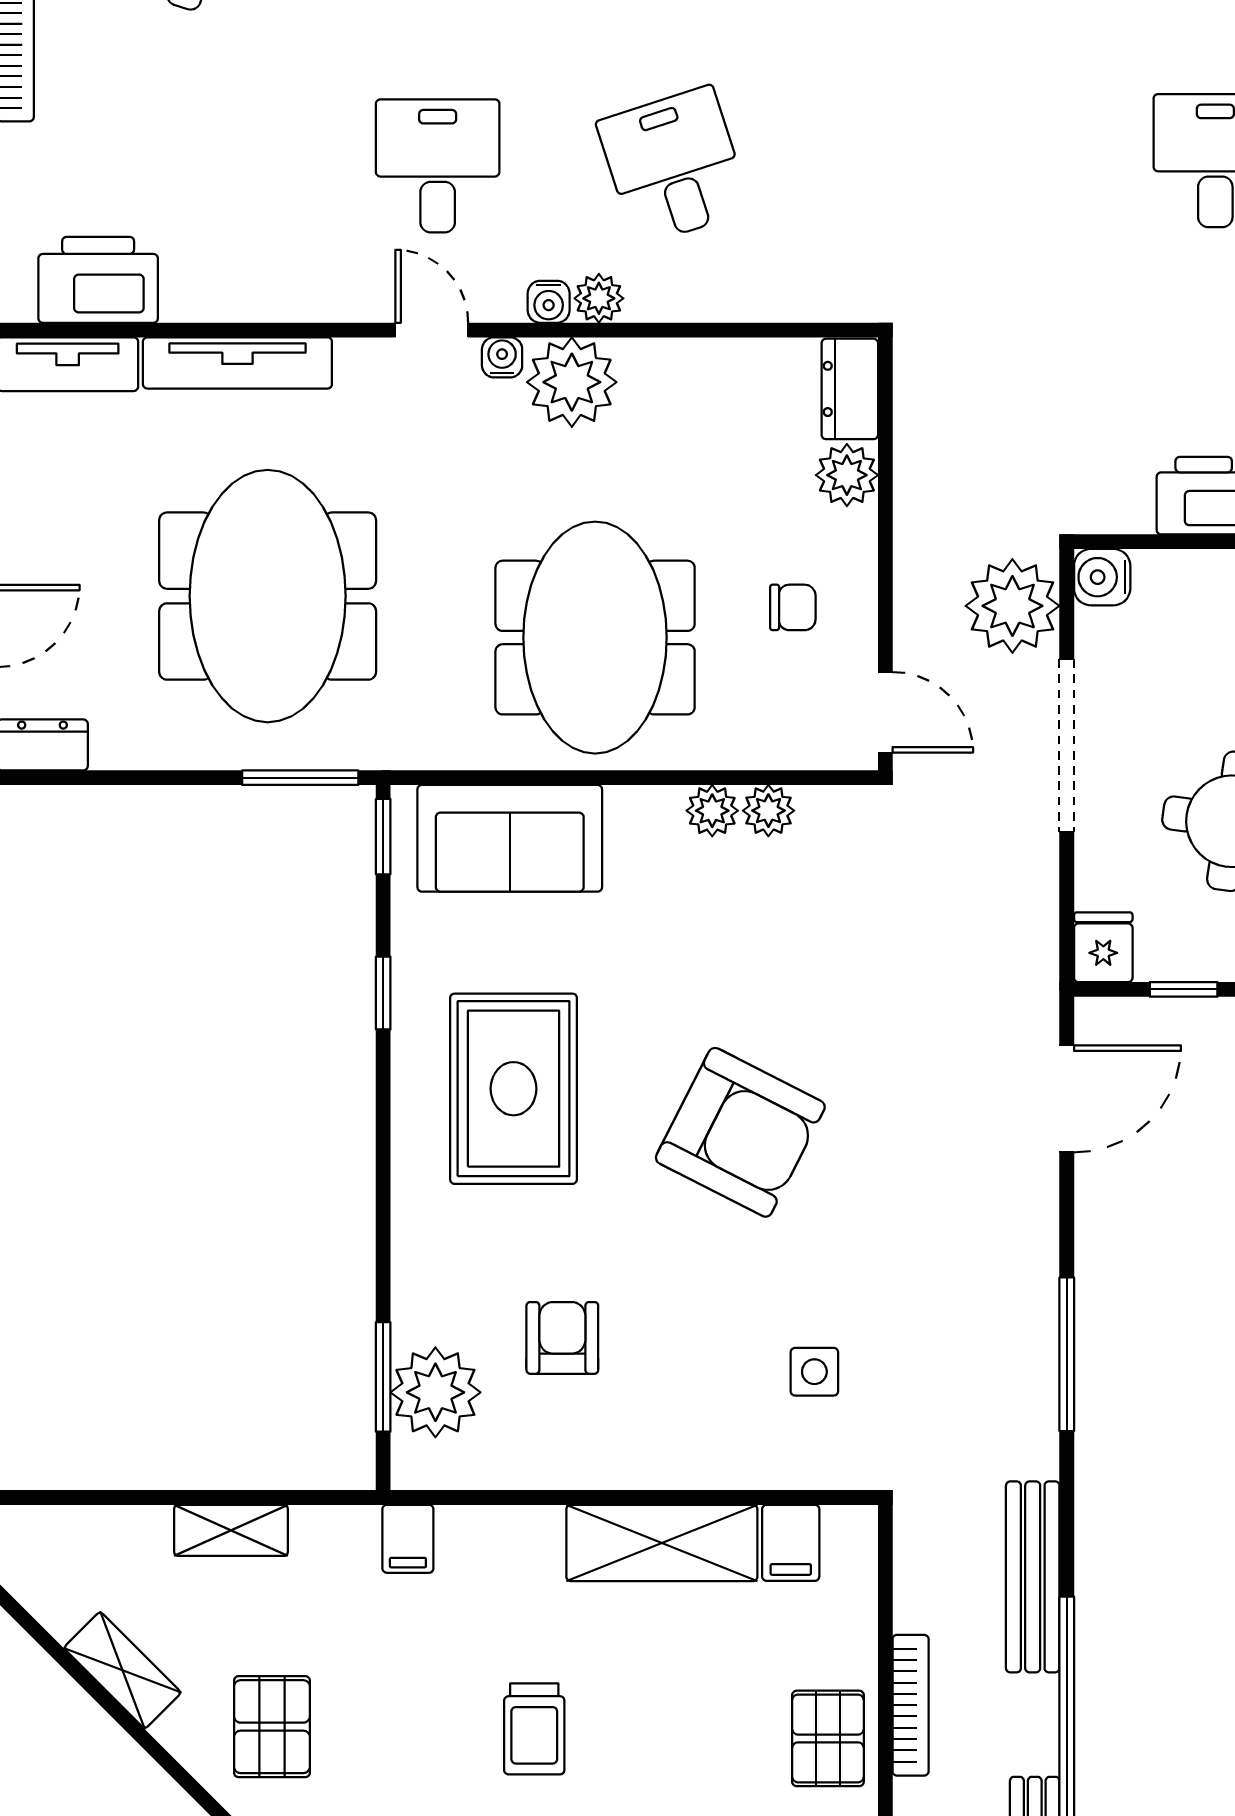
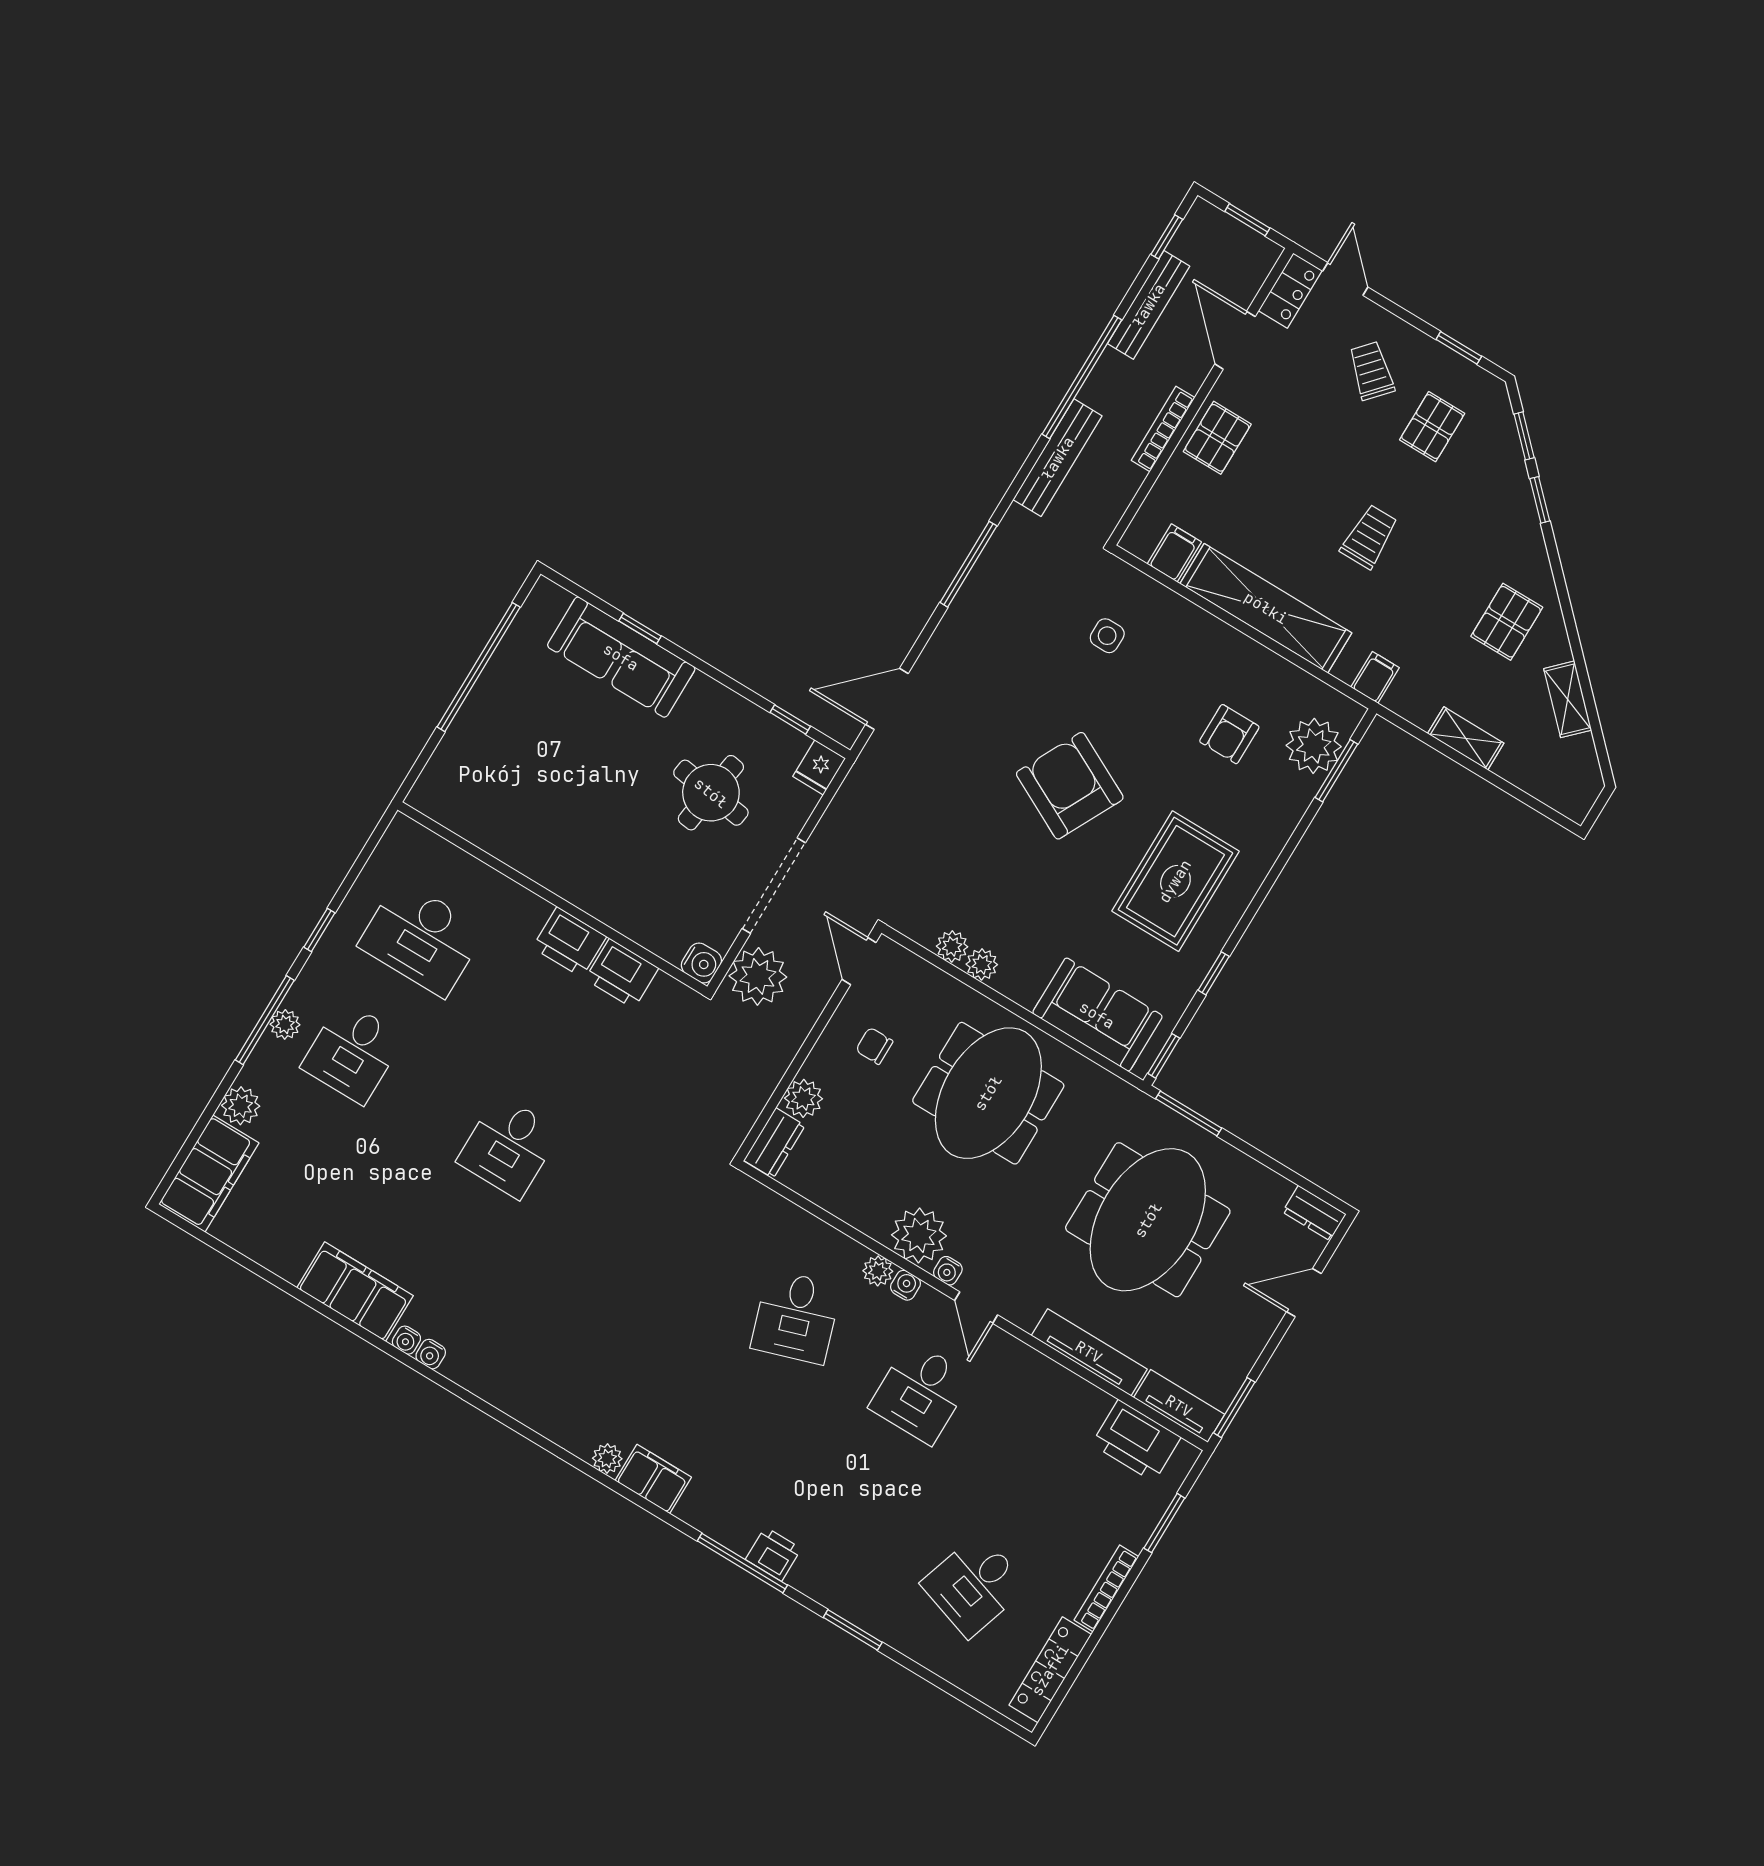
shelving: (662, 1543) -> (1266, 608), width x1.47

